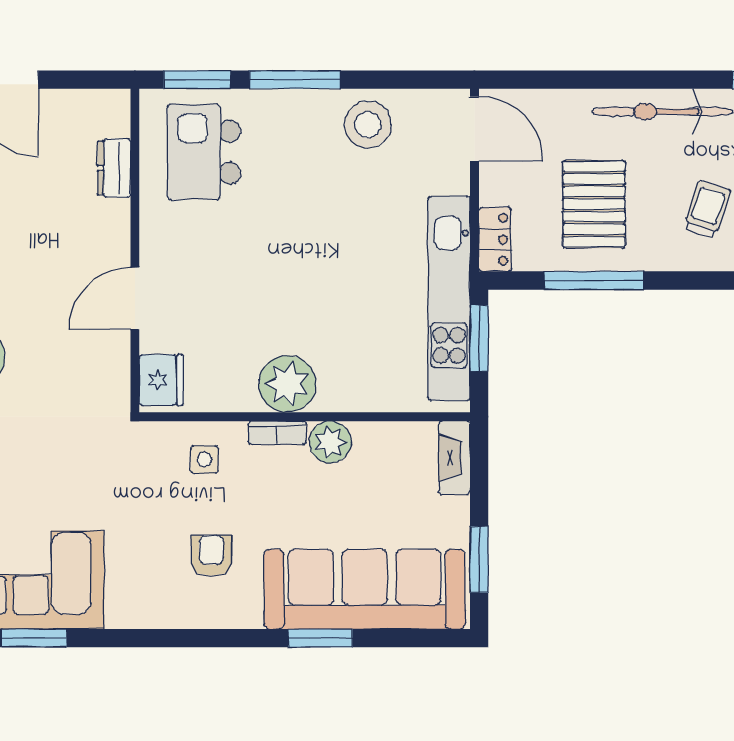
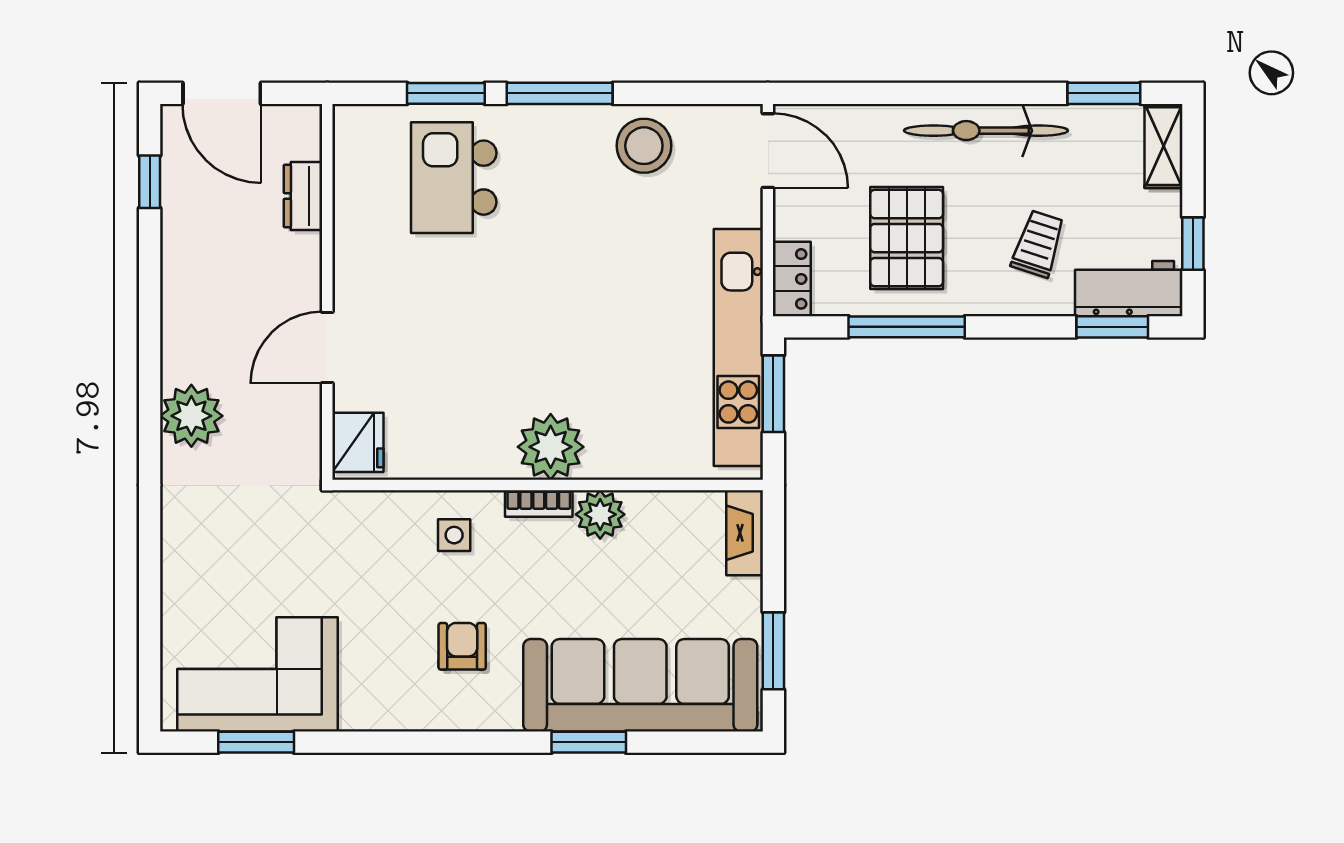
dresser: (114, 168) -> (303, 196), moved
wall: (135, 251) -> (327, 292), moved
door: (135, 298) -> (327, 348), moved
fridge: (161, 380) -> (358, 442), moved

